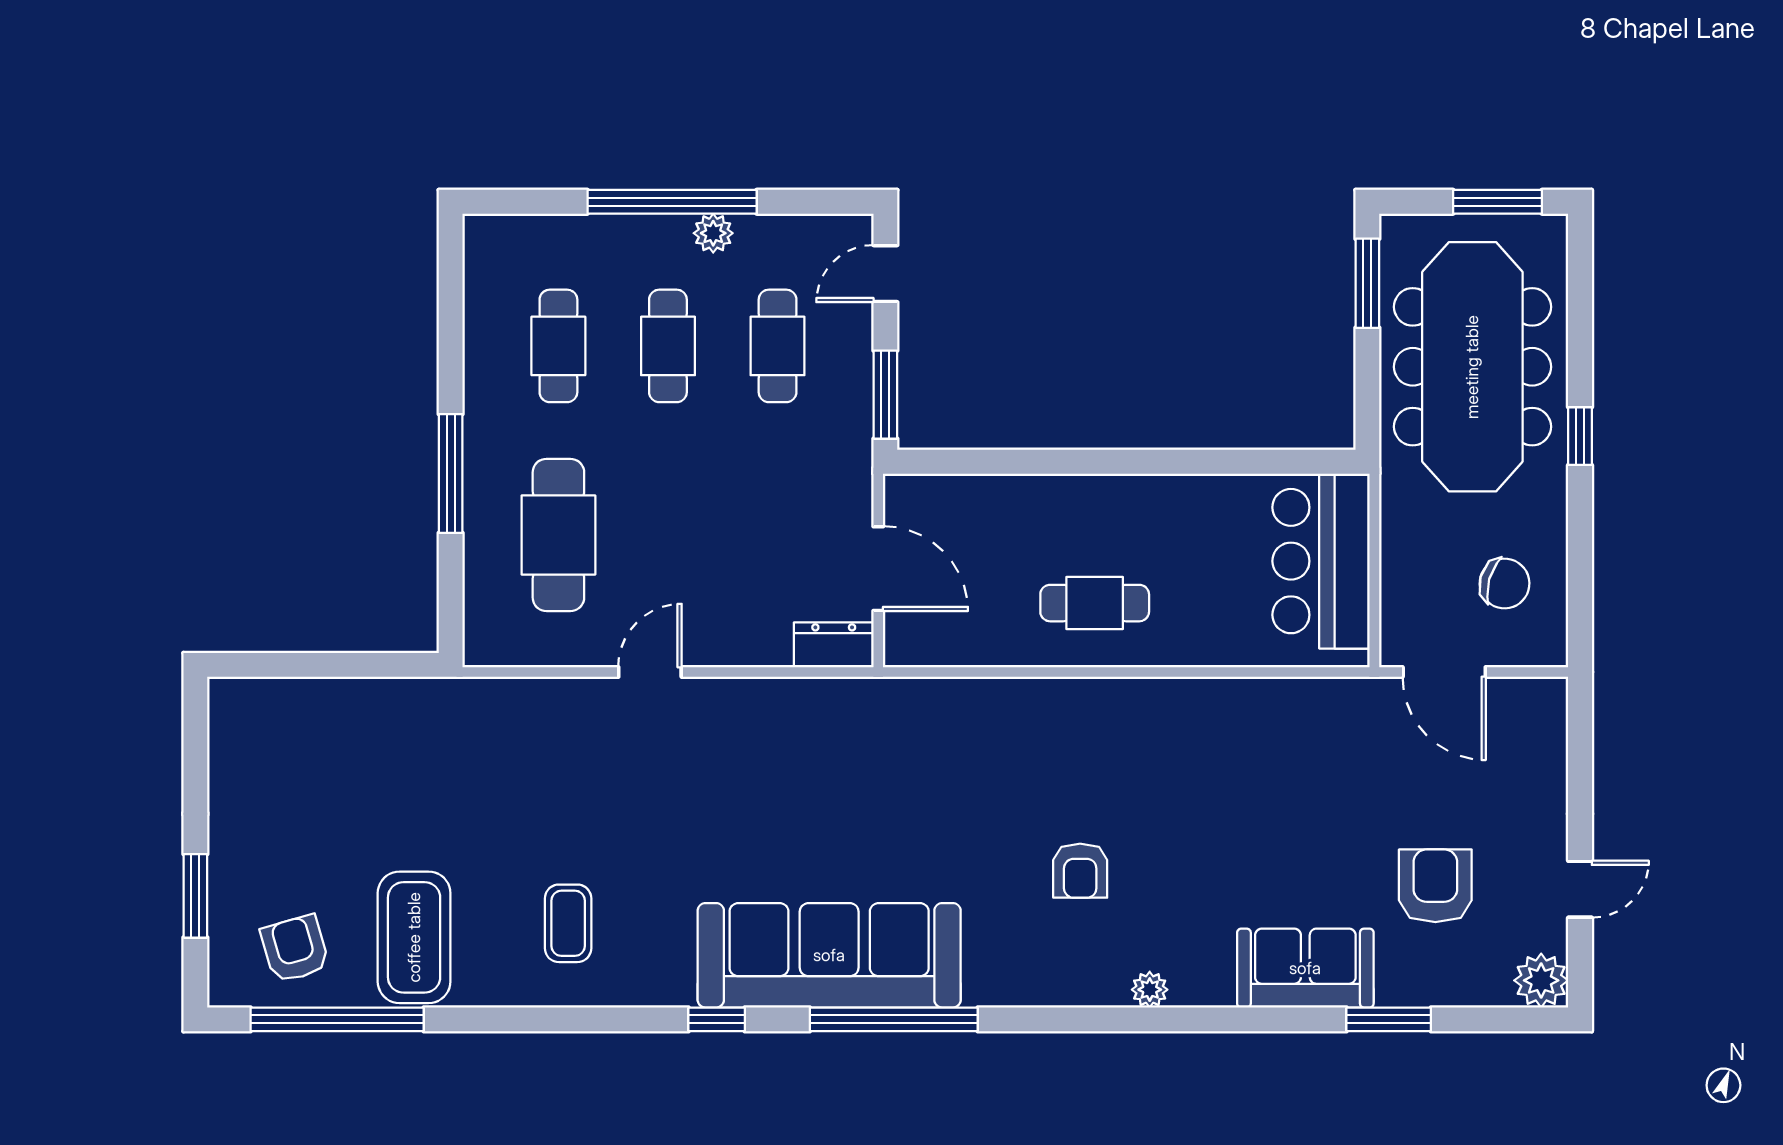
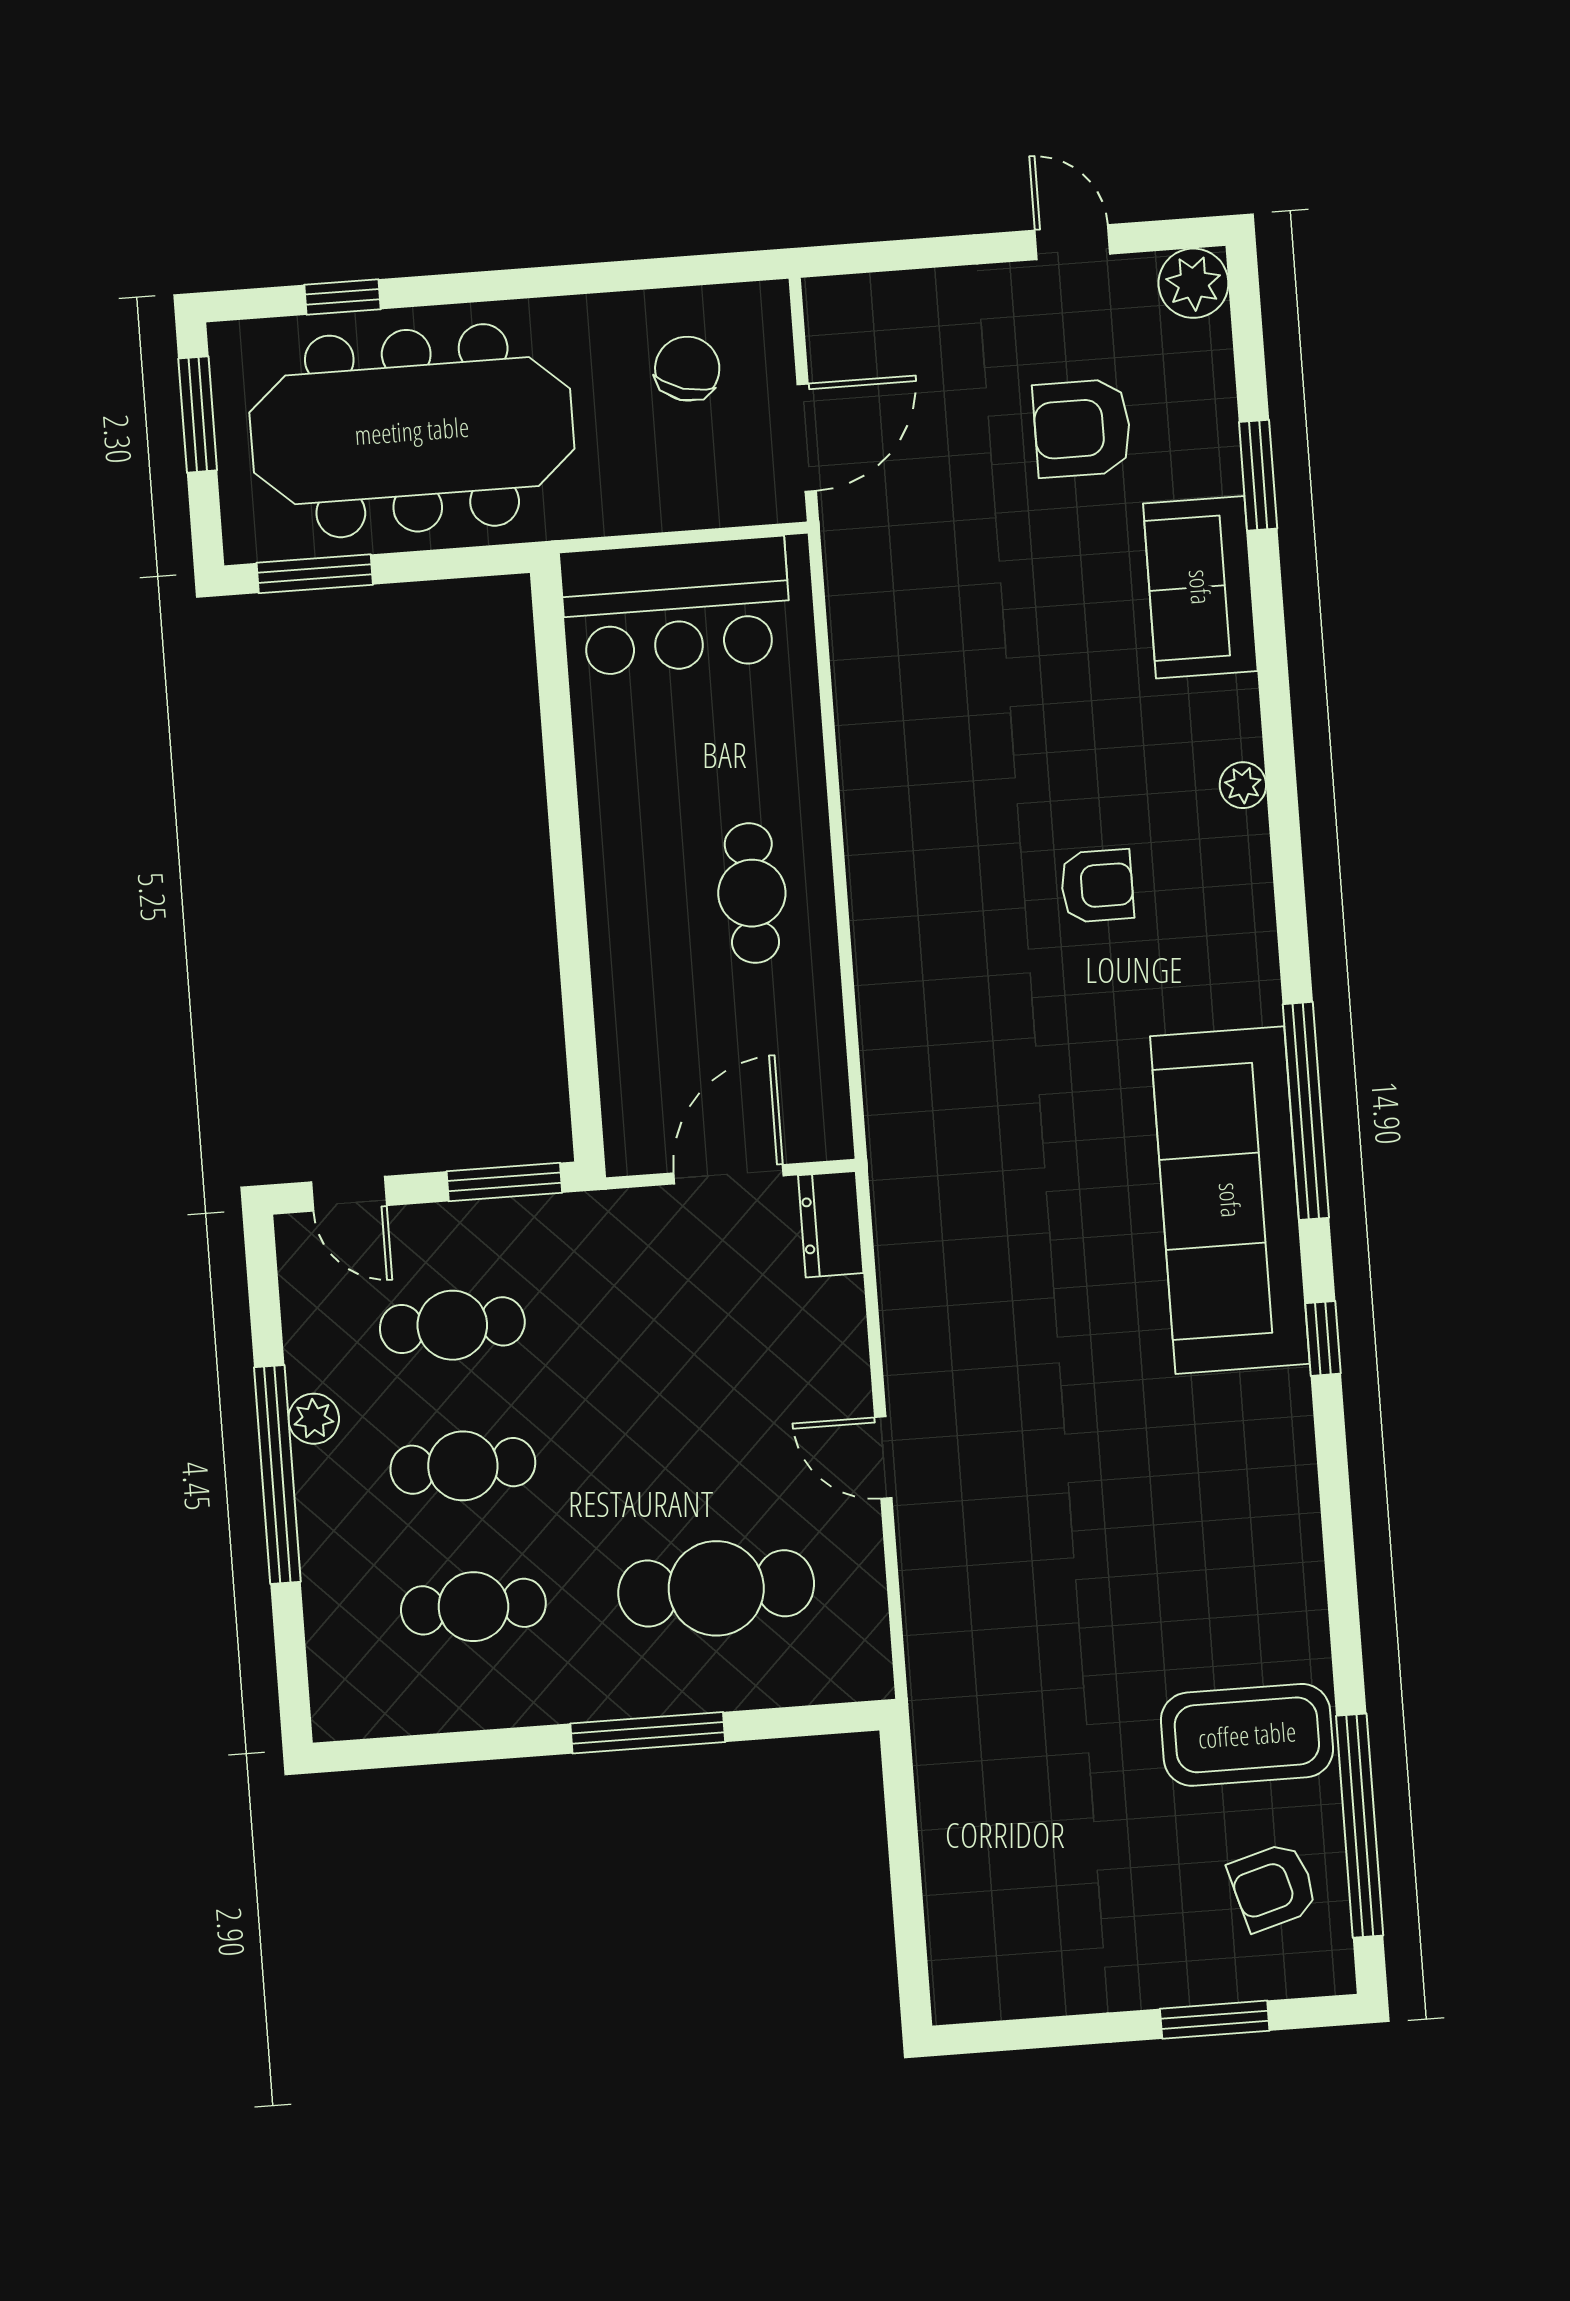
window: (1580, 436) -> (343, 297), moved
coffee table: (568, 923) -> (1214, 1538), removed

